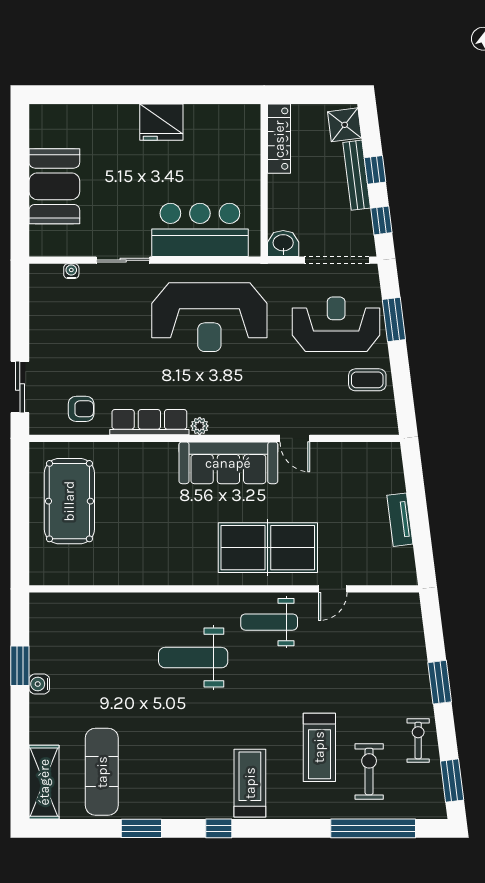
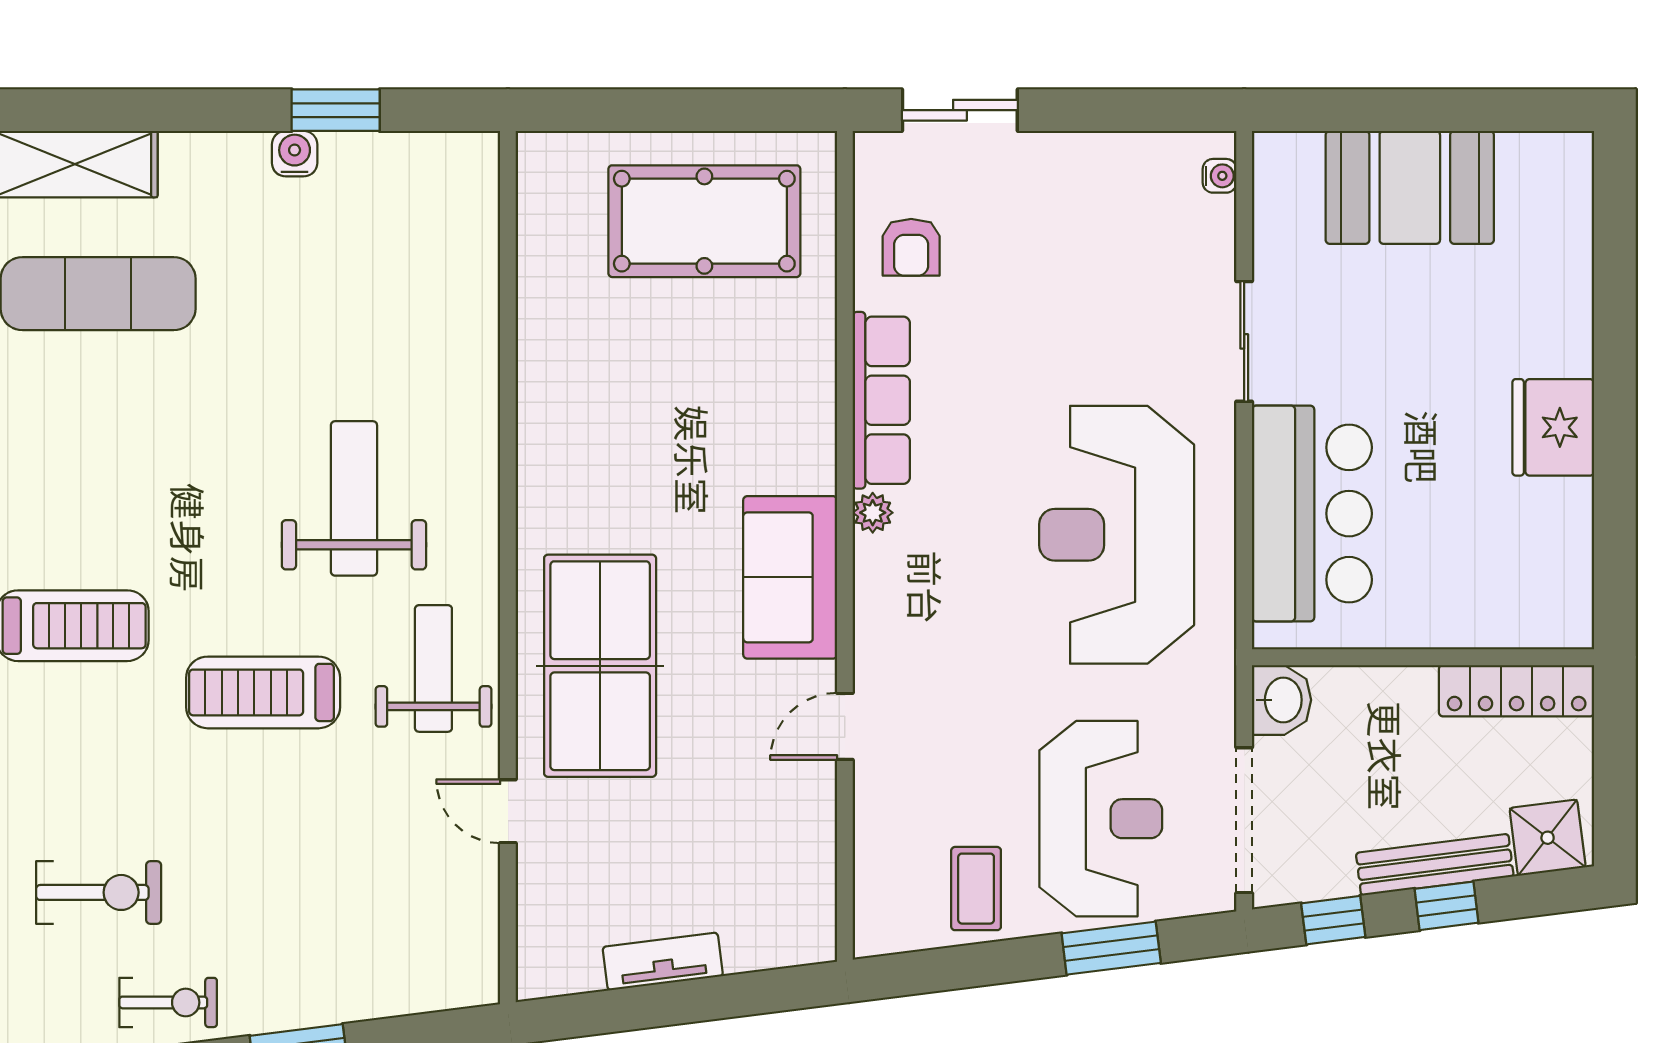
water cooler: (71, 271) -> (1220, 176), moved
sofa: (228, 463) -> (790, 577), width x0.73
treadmill: (319, 747) -> (263, 692), moved

